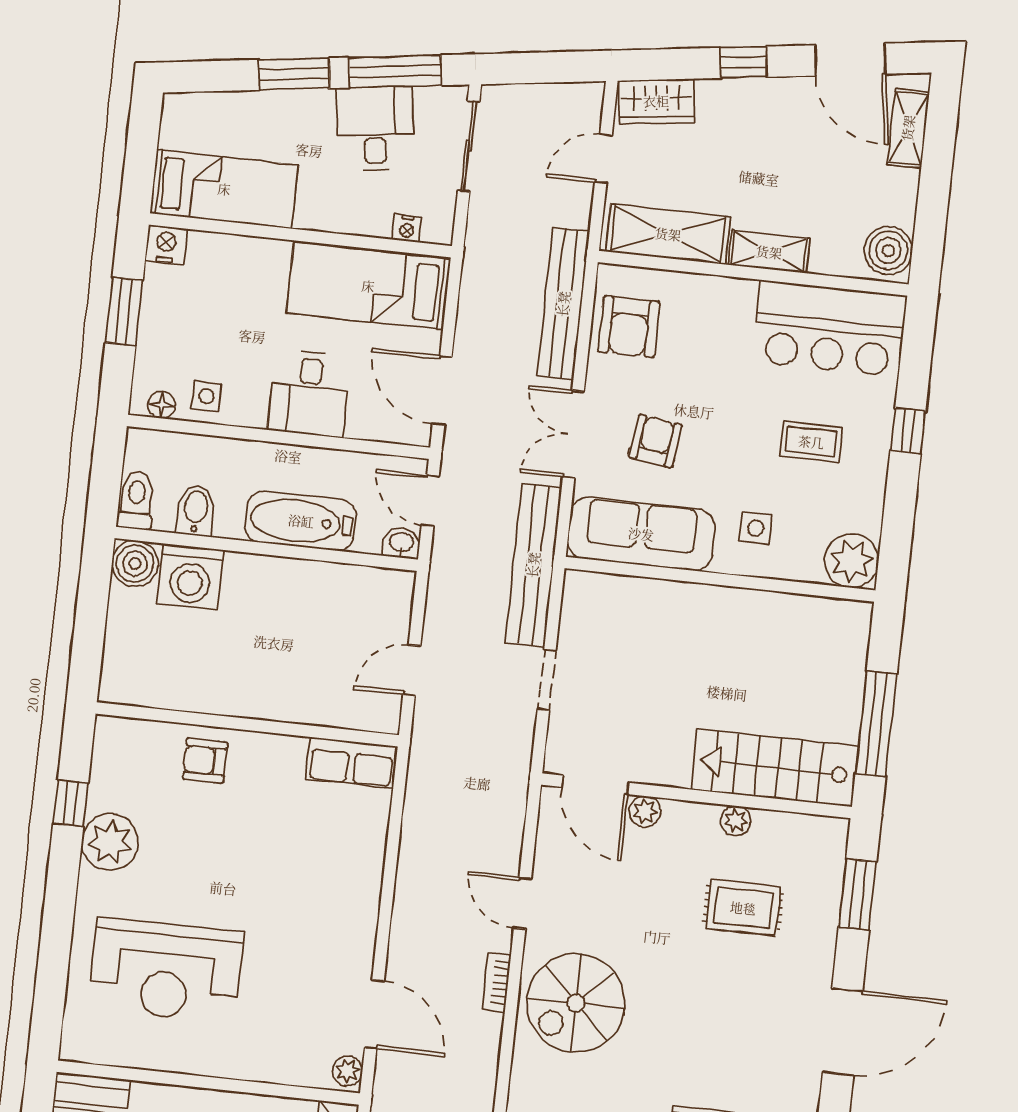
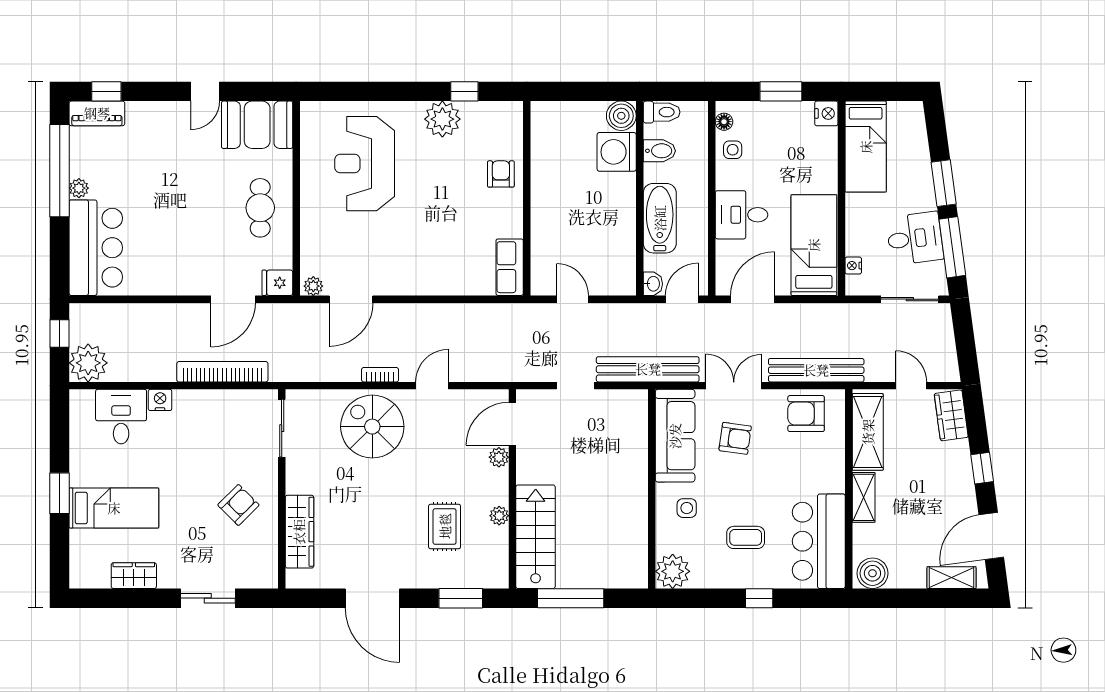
coffee table: (811, 442) -> (746, 537), turned 90

